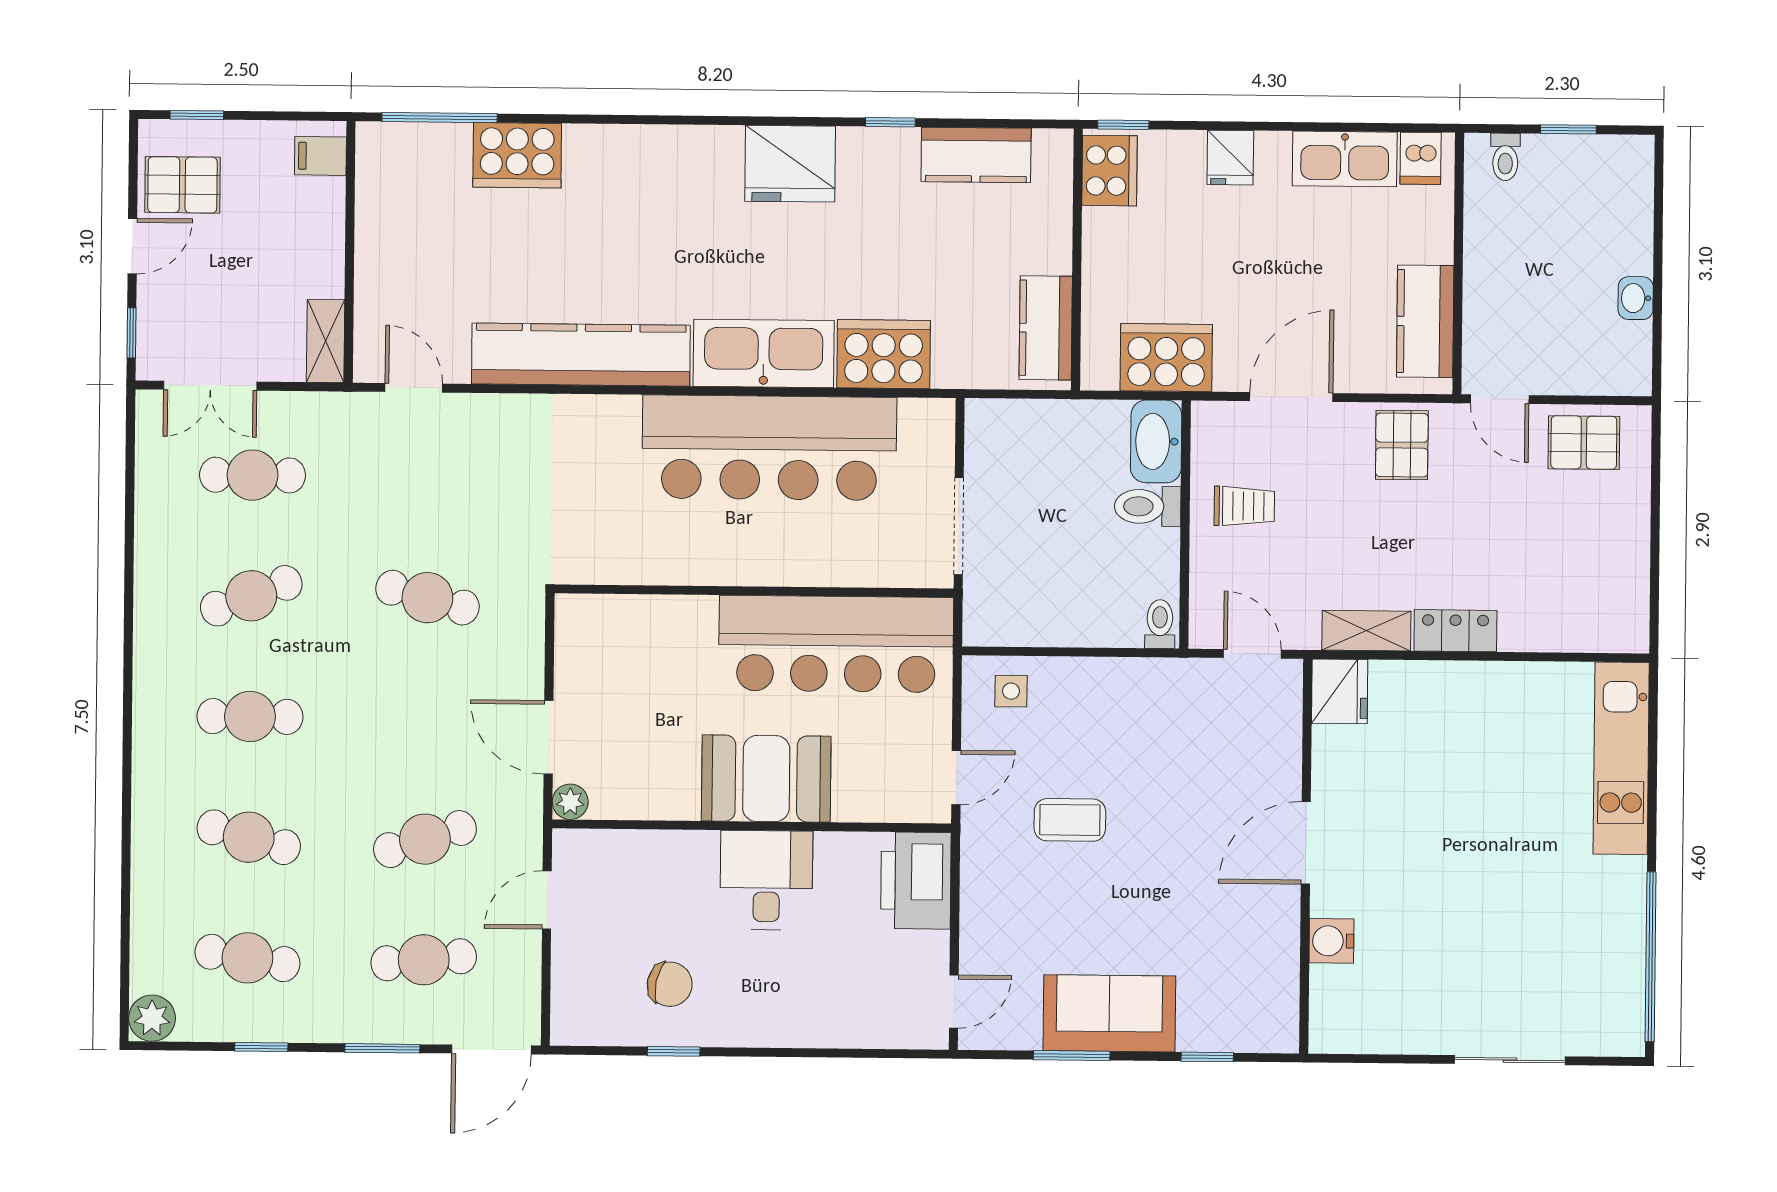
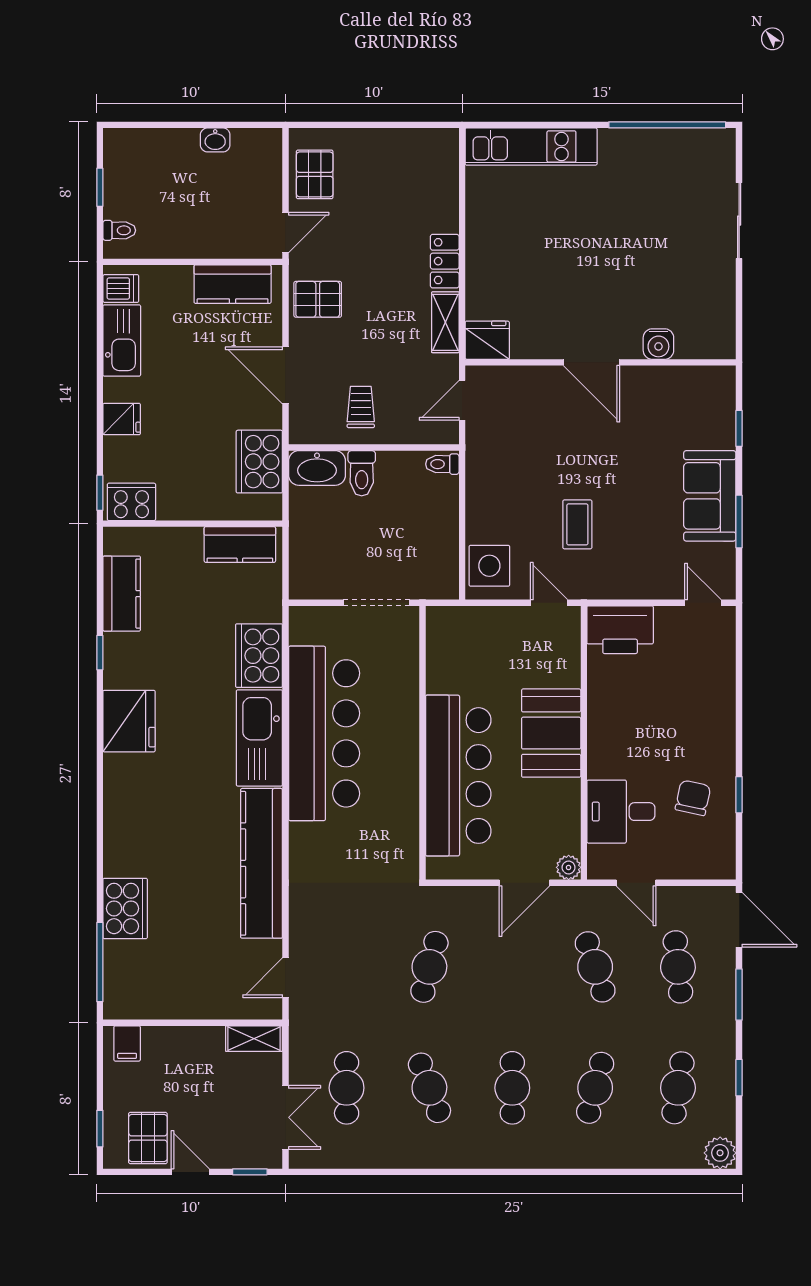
bar counter: (836, 644) -> (458, 776), moved
side table: (1011, 691) -> (489, 566), width x1.87, depth x1.87
desk: (766, 880) -> (621, 812), moved

